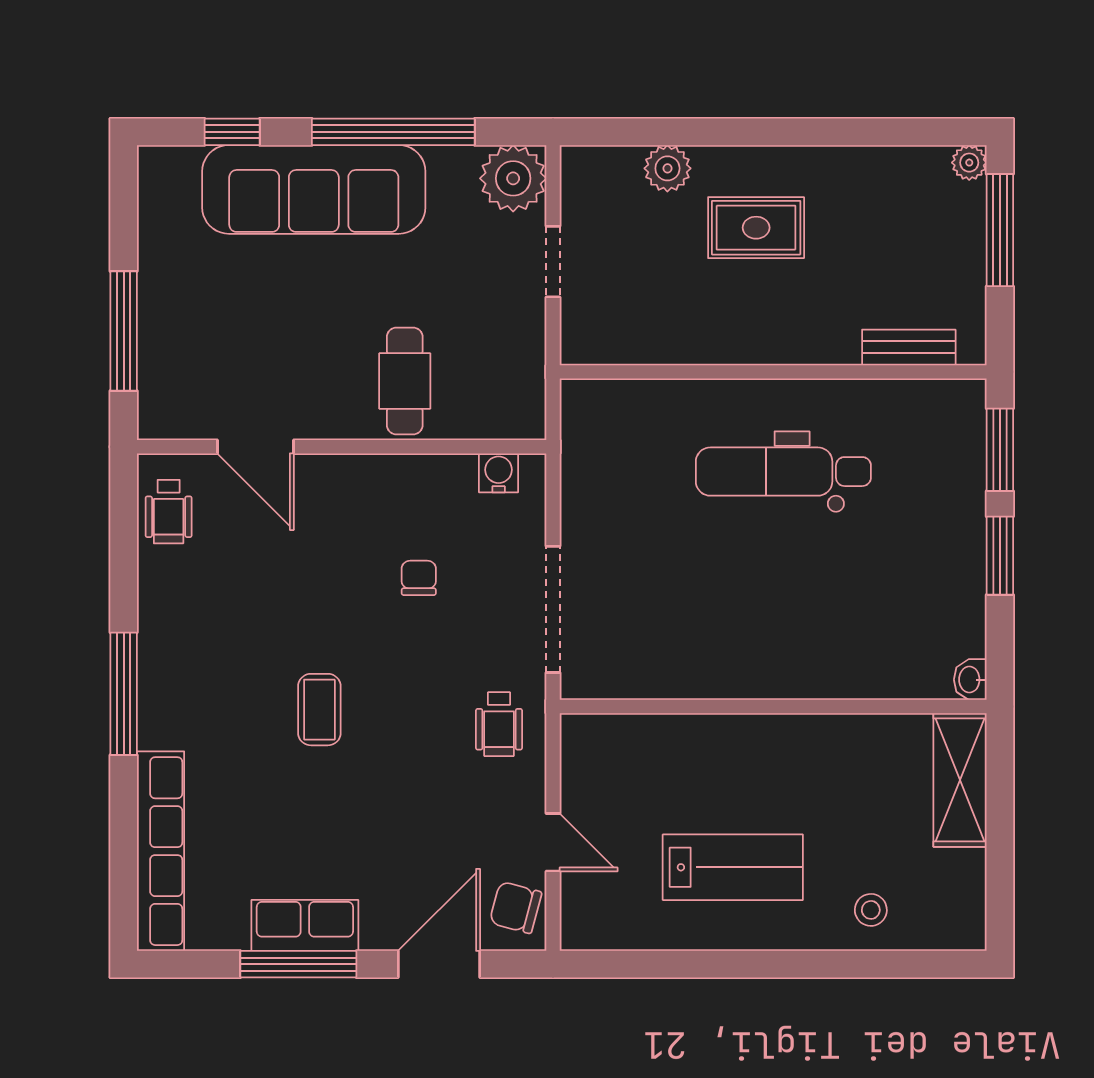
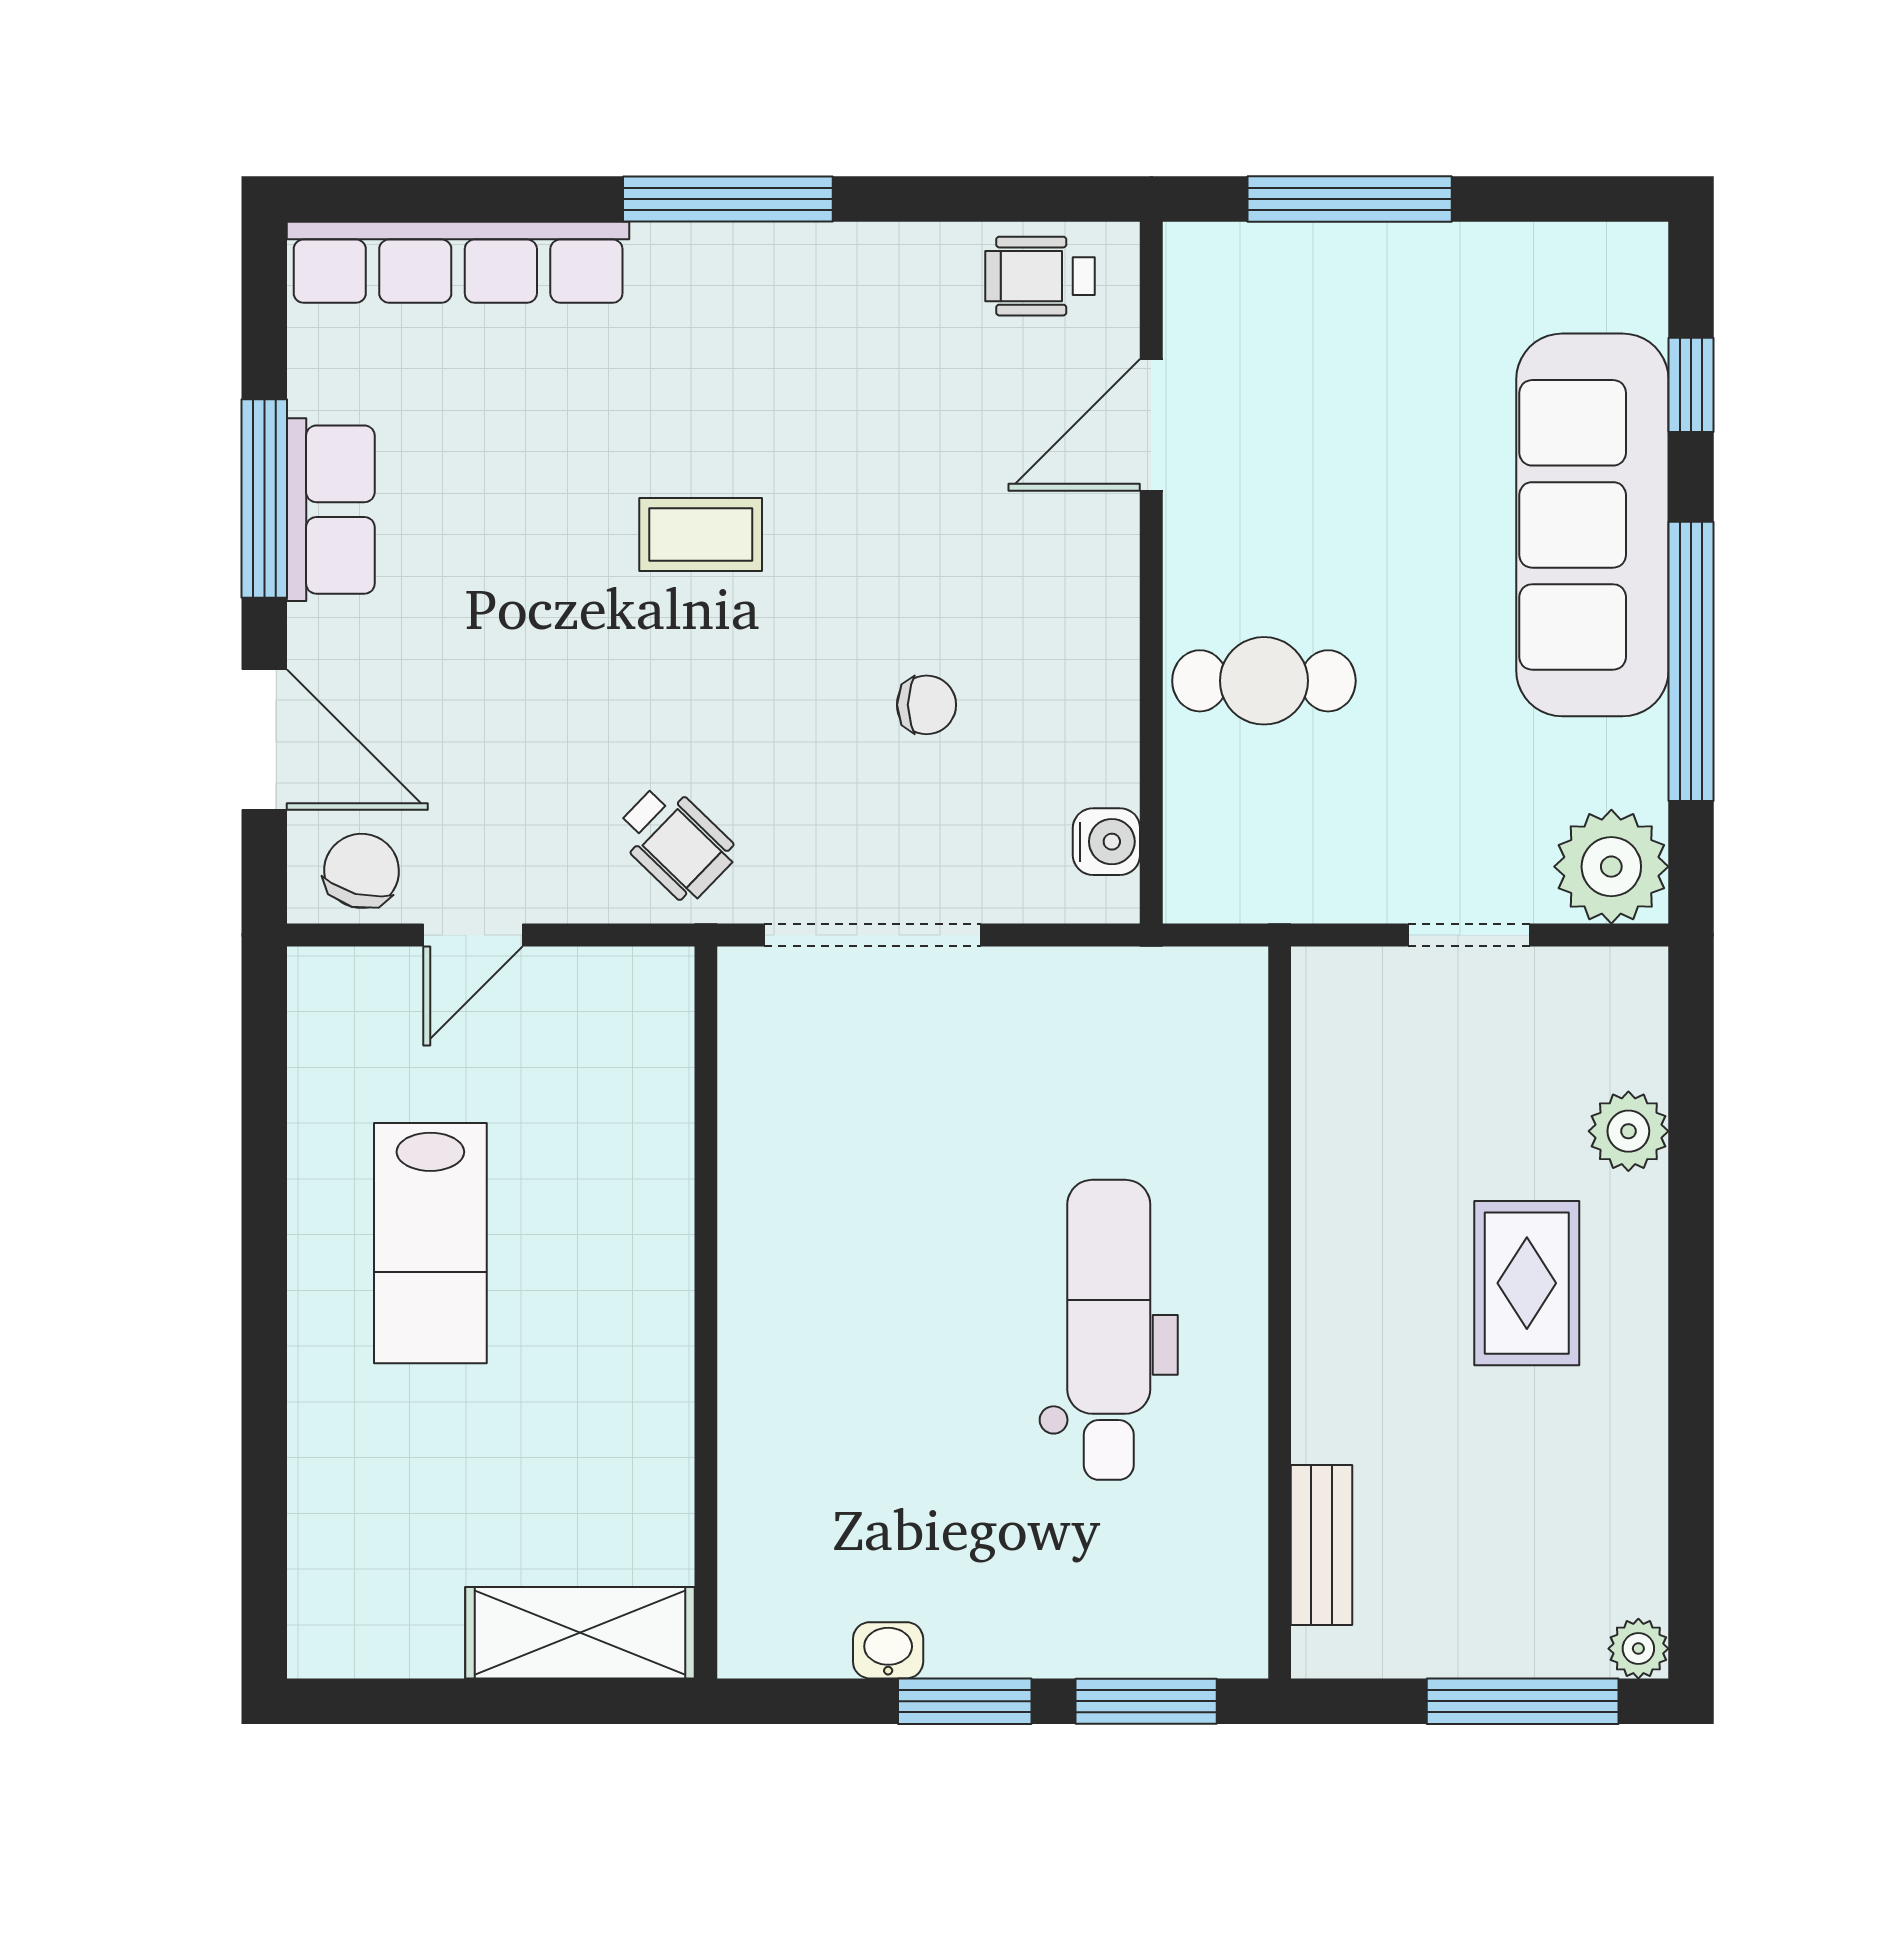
washbasin: (970, 680) -> (888, 1650), moved
wheelchair: (499, 724) -> (676, 842), turned -136
stool: (871, 910) -> (357, 1480), removed

